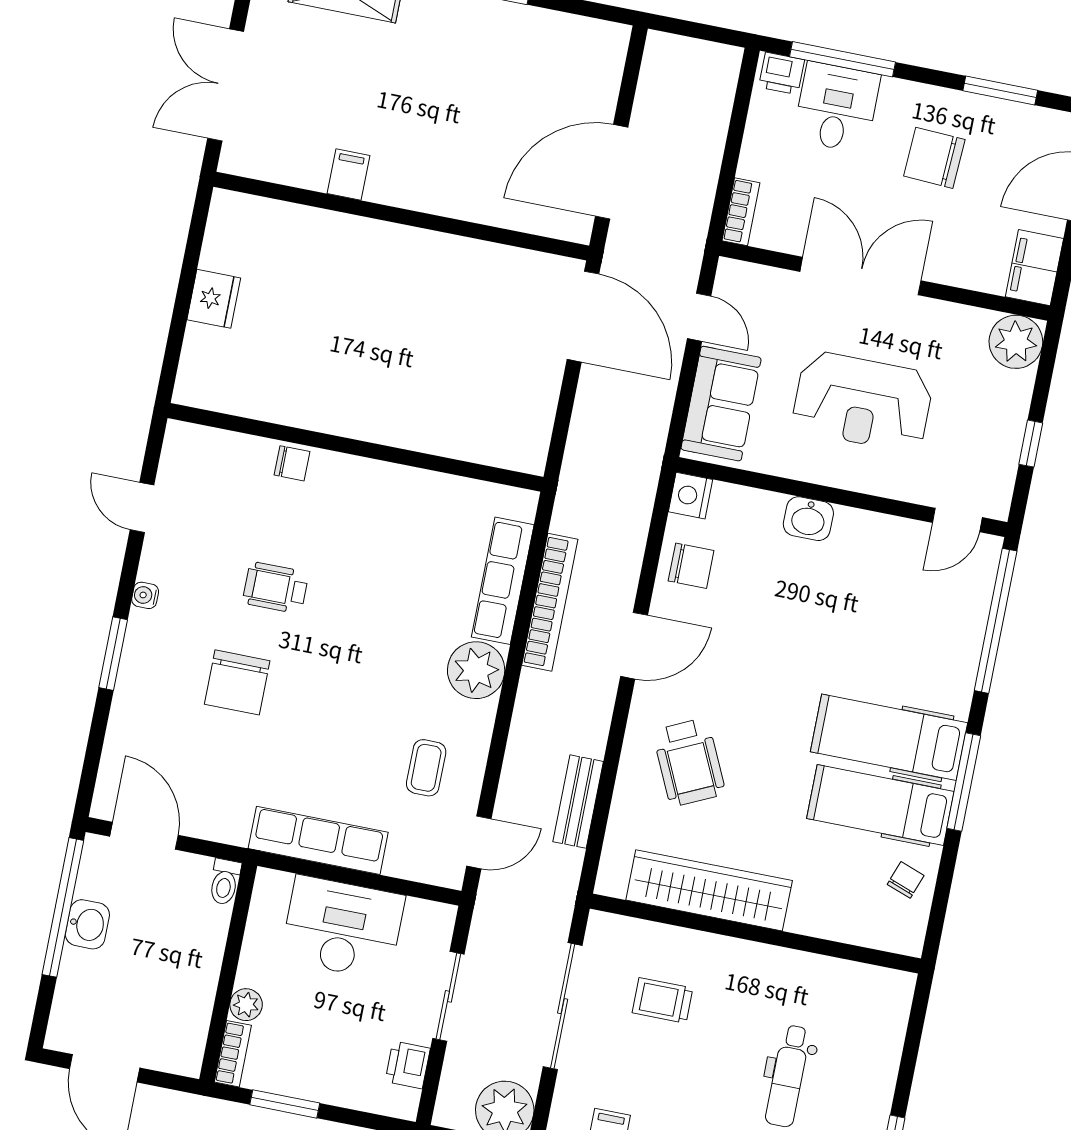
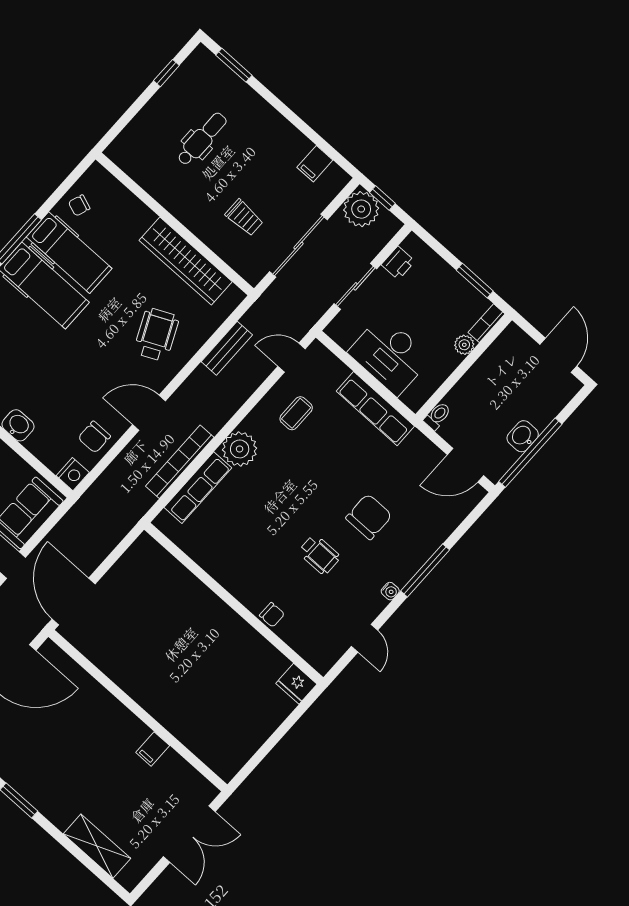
fridge: (214, 299) -> (296, 684), moved, turned -90
chair: (292, 463) -> (272, 615), turned 180
chair: (691, 566) -> (94, 437), turned -90
window: (113, 654) -> (425, 570), width x1.44
door: (144, 836) -> (465, 465), hinge flipped

